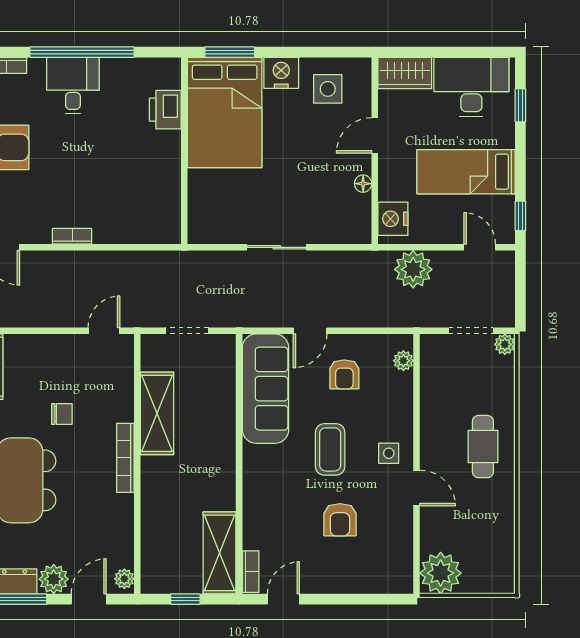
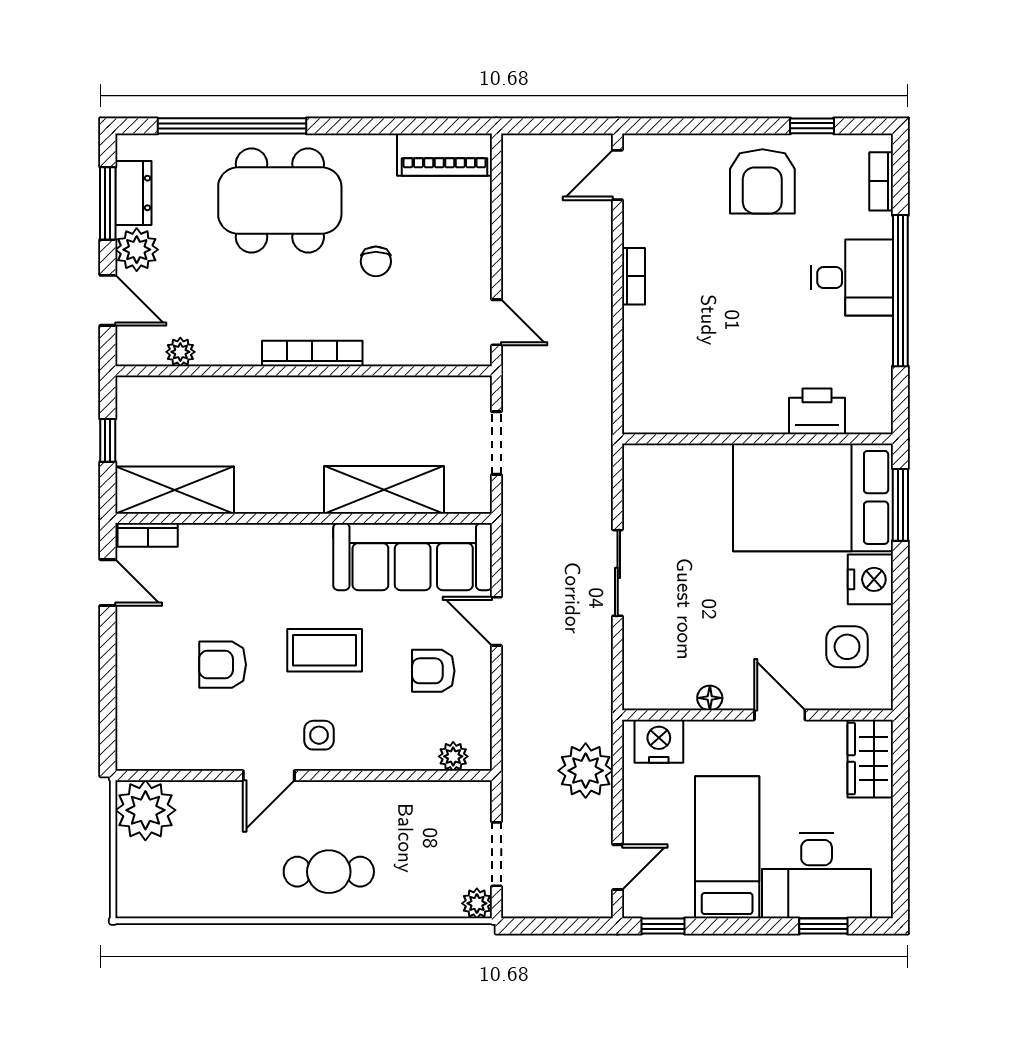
desk: (471, 87) -> (817, 876), moved, turned 90
shelving: (157, 413) -> (384, 490), moved
plant: (124, 579) -> (180, 352), moved

